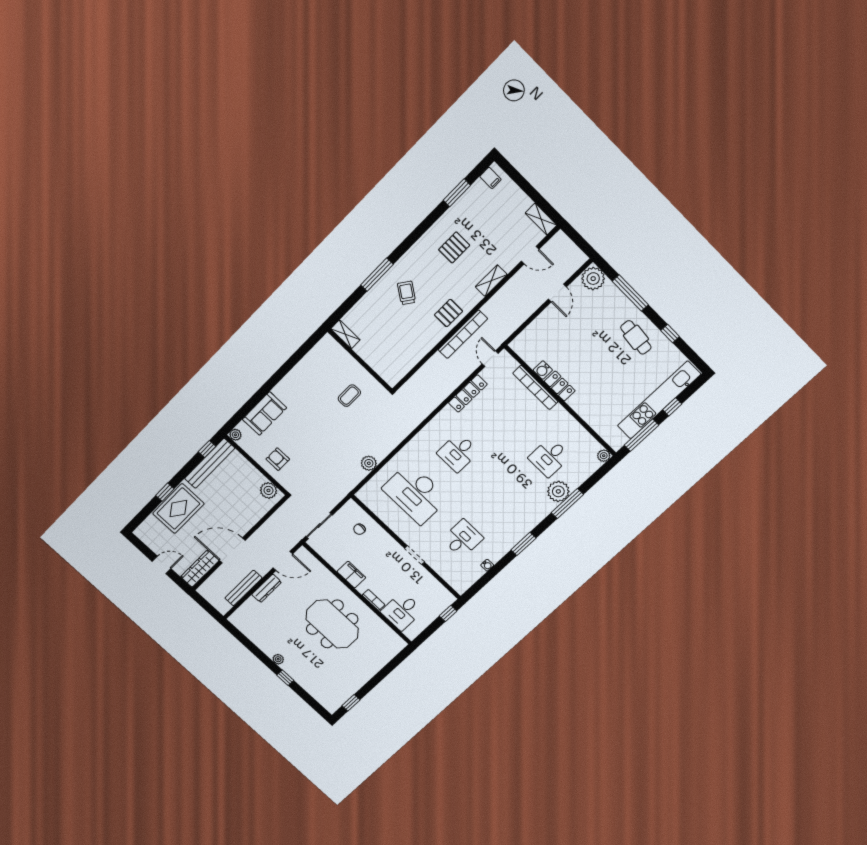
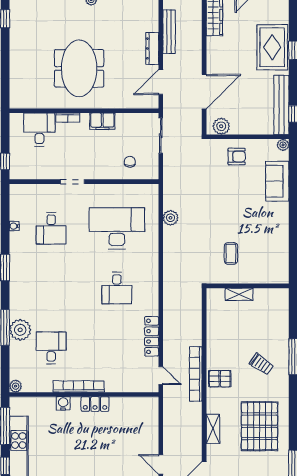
pallet: (454, 247) -> (259, 426), width x2.05, depth x2.00
pallet: (449, 313) -> (220, 379), turned 90
shelving: (345, 334) -> (239, 294), moved
water cooler: (543, 370) -> (63, 403), moved
bookcase: (535, 387) -> (79, 387), moved
desk: (458, 452) -> (117, 288), turned 180
door: (232, 550) -> (204, 92), moved
meeting table: (332, 624) -> (79, 68), turned 90

